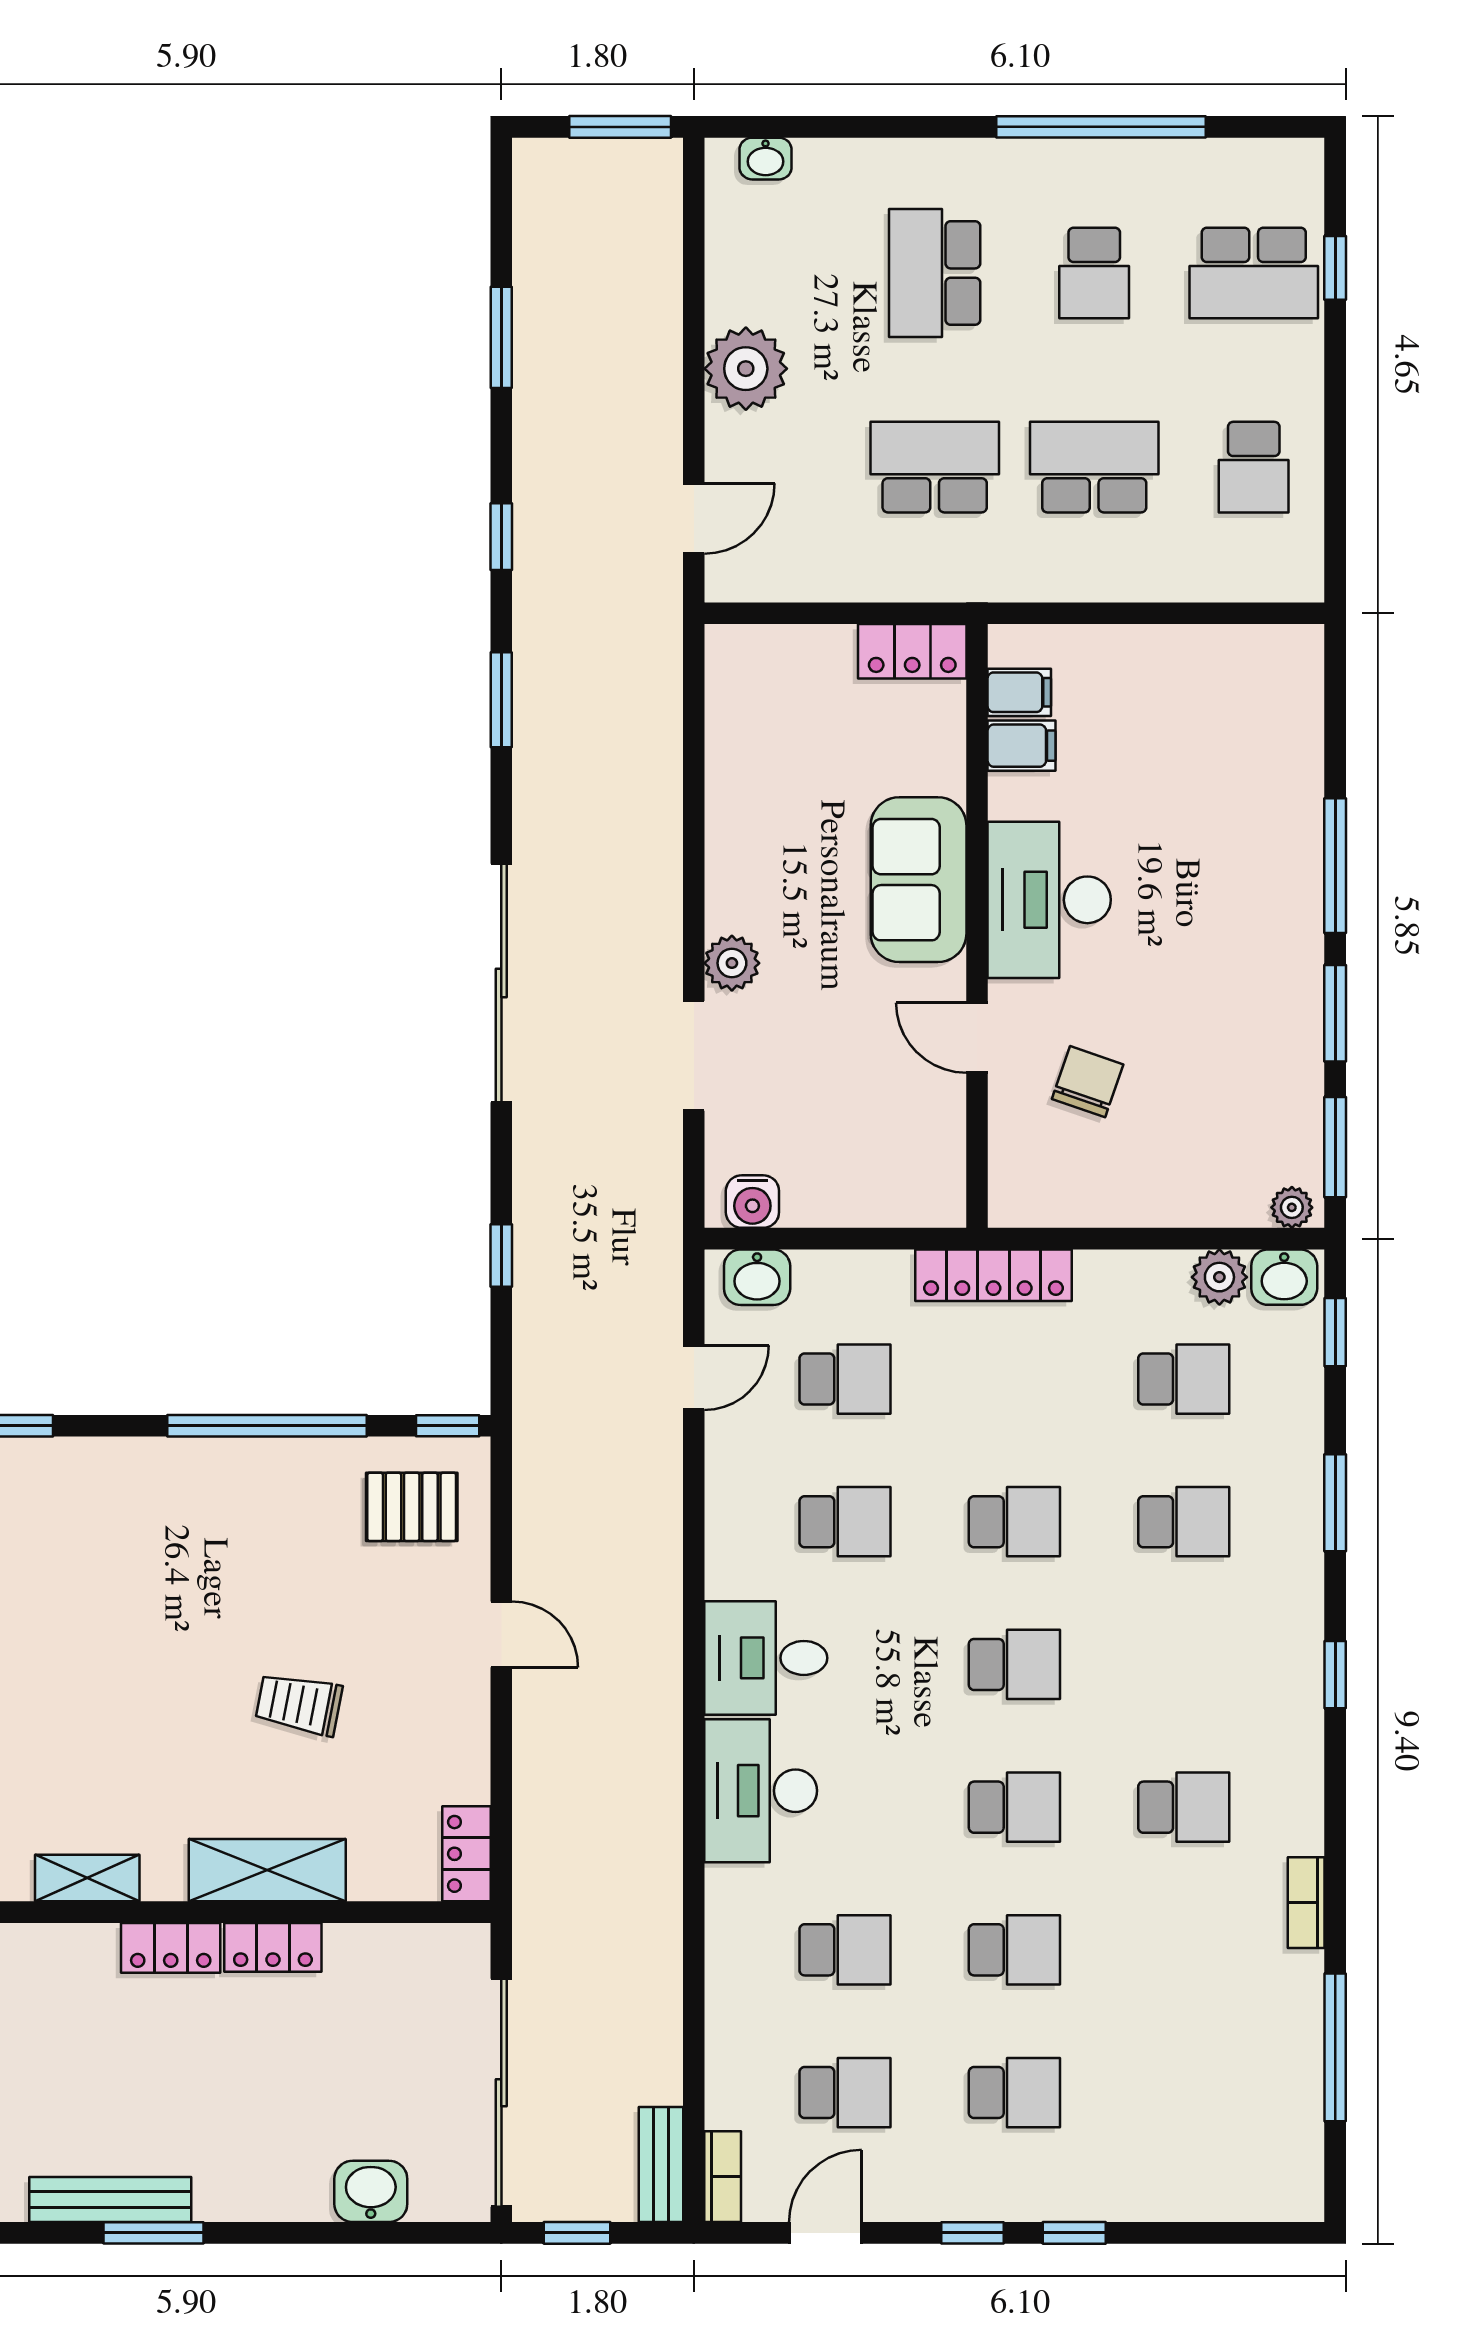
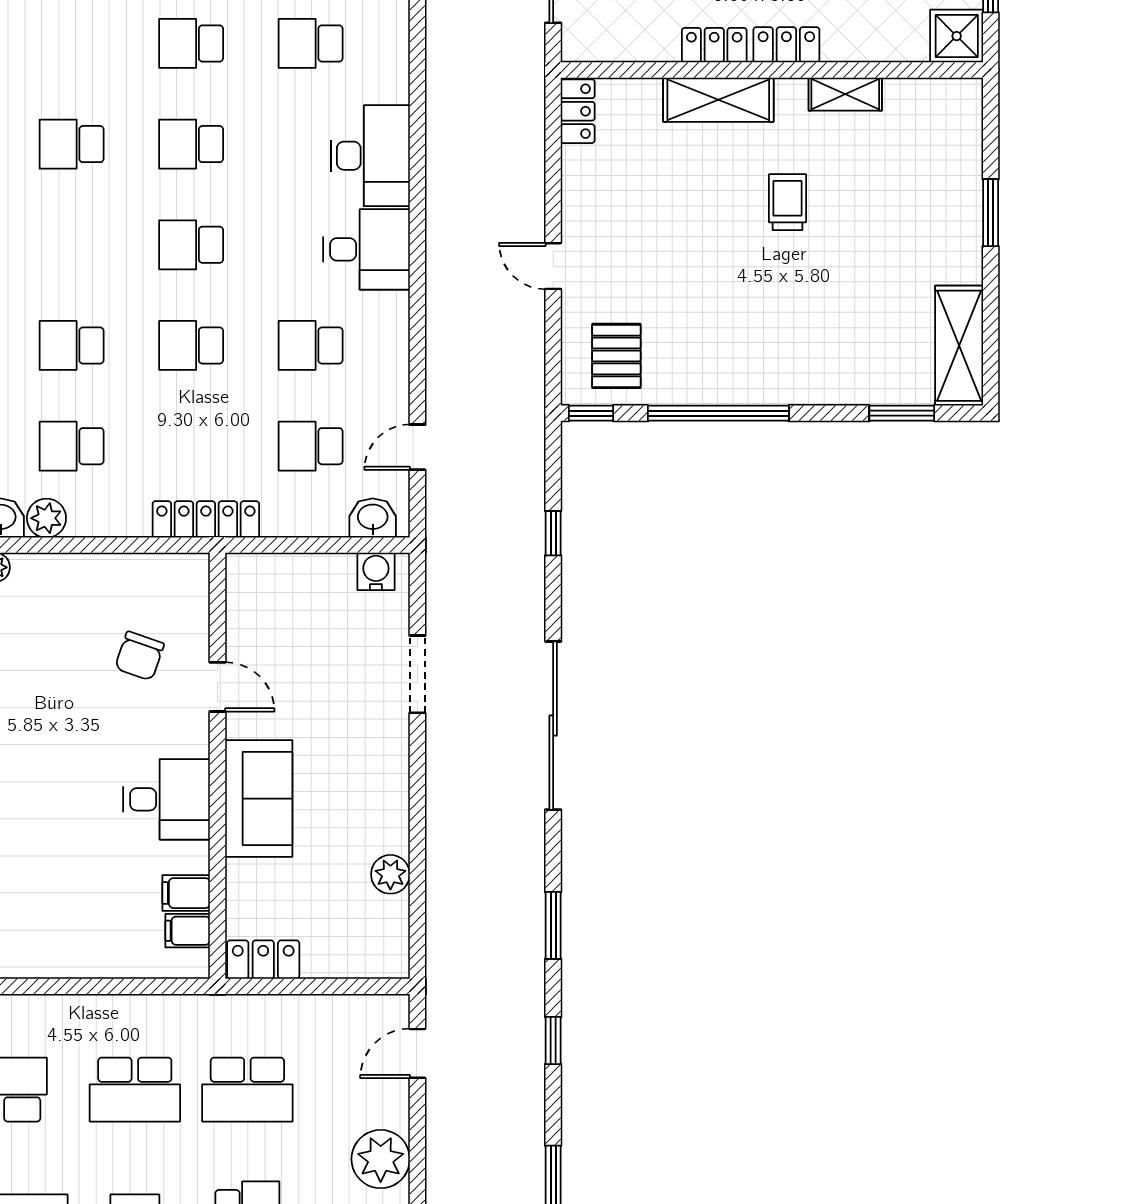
desk: (1049, 900) -> (167, 799), width x0.73
plant: (732, 963) -> (390, 874), moved
pallet: (412, 1507) -> (616, 356), turned 90
trolley: (299, 1704) -> (787, 202), moved, turned -101

